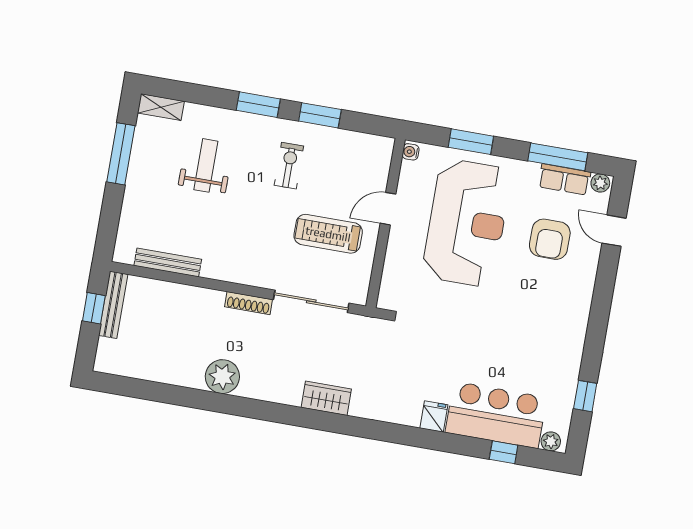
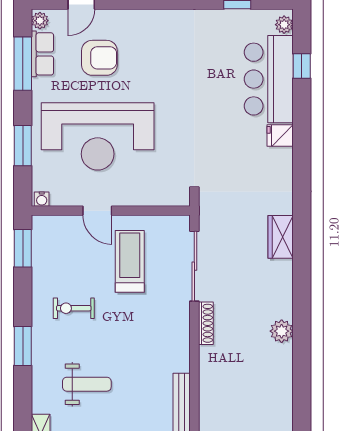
window: (320, 115) -> (23, 248), moved
weight bench: (206, 165) -> (87, 384), turned 180
reception desk: (467, 223) -> (98, 136), turned 180
treadmill: (328, 234) -> (130, 261), turned 180
plant: (222, 377) -> (282, 331), width x0.73, depth x0.73

